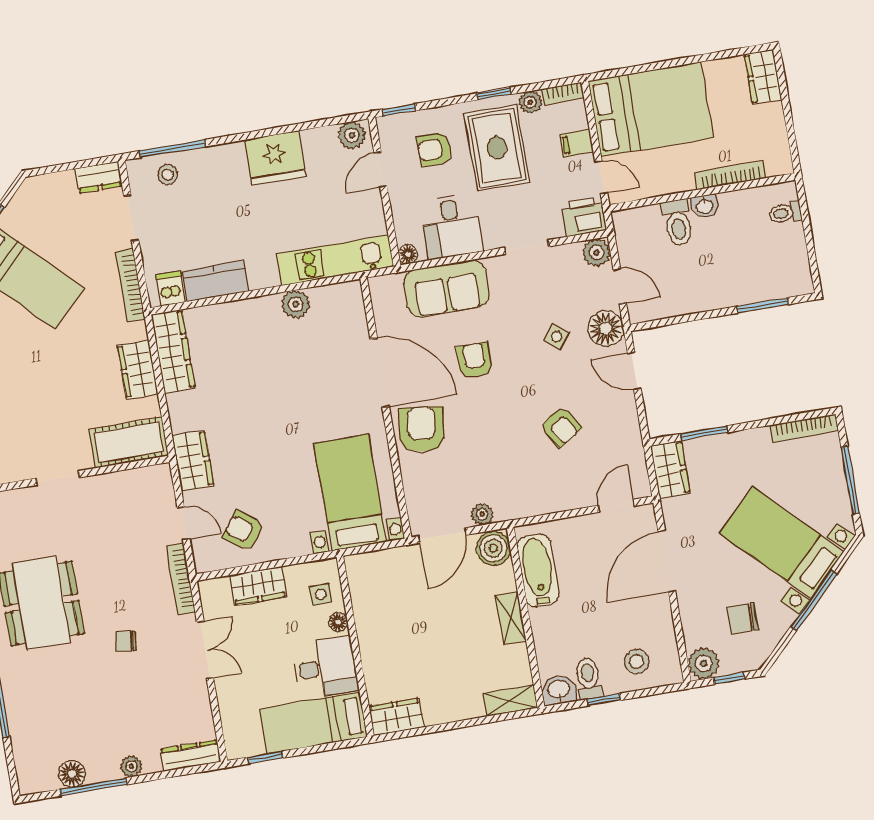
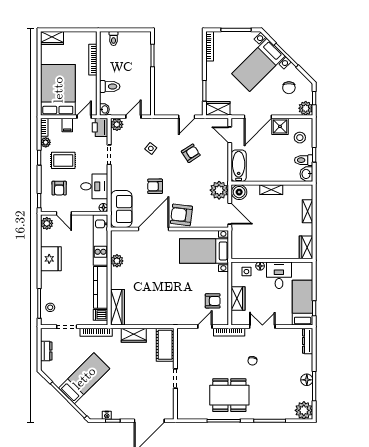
rug: (497, 148) -> (63, 160), width x0.73, depth x0.70
dresser: (98, 177) -> (46, 351), moved
washbasin: (704, 206) -> (104, 109), moved
kitchen counter: (215, 281) -> (101, 287), width x1.50
sofa: (447, 288) -> (121, 209), moved
floor lamp: (606, 328) -> (151, 126), removed
wardrobe: (173, 351) -> (117, 307), moved, turned 90
door: (634, 371) -> (187, 117), moved
wardrobe: (193, 461) -> (178, 318), removed
plant: (482, 514) -> (219, 190), width x1.88, depth x1.88
armchair: (243, 531) -> (213, 301), turned -127
door: (667, 561) -> (258, 117), hinge flipped
bathtub: (538, 570) -> (239, 166), moved, turned 90
shower: (654, 614) -> (280, 126), added
shelving: (510, 701) -> (307, 211), moved
bed: (314, 723) -> (303, 303), moved, turned 180
plant: (131, 766) -> (304, 410), moved, width x1.87, depth x1.87
floor lamp: (72, 774) -> (307, 380), moved

